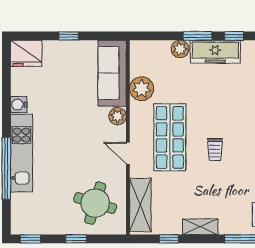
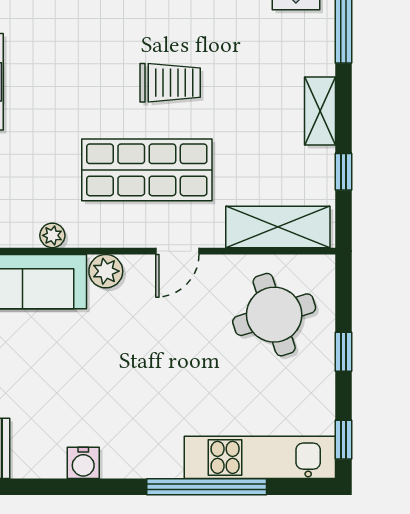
plant: (142, 89) -> (52, 235), width x0.53, depth x0.53
trolley: (215, 149) -> (170, 83), width x1.36, depth x1.39
kitchen unit: (21, 153) -> (260, 457), moved
round table: (95, 203) -> (274, 315), turned -35

